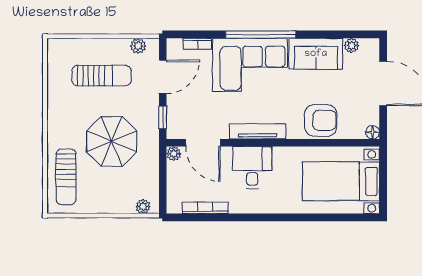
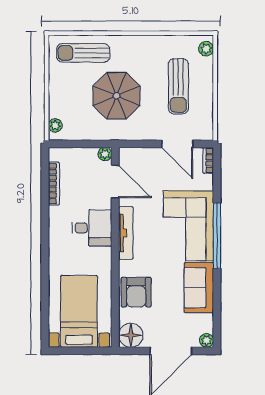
bookcase: (197, 44) -> (208, 160), moved
plant: (138, 46) -> (206, 49), moved
plant: (352, 46) -> (206, 340), moved
window: (163, 117) -> (139, 144), removed
floor lamp: (373, 132) -> (131, 335), width x1.89, depth x1.89
door: (203, 143) -> (115, 182), swing flipped

